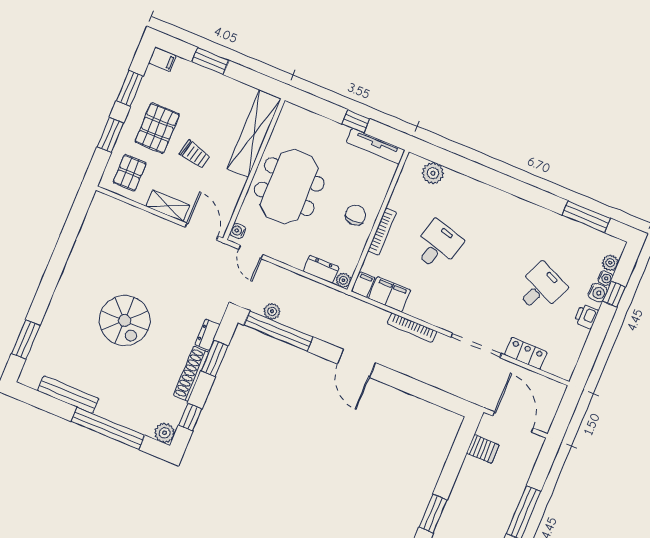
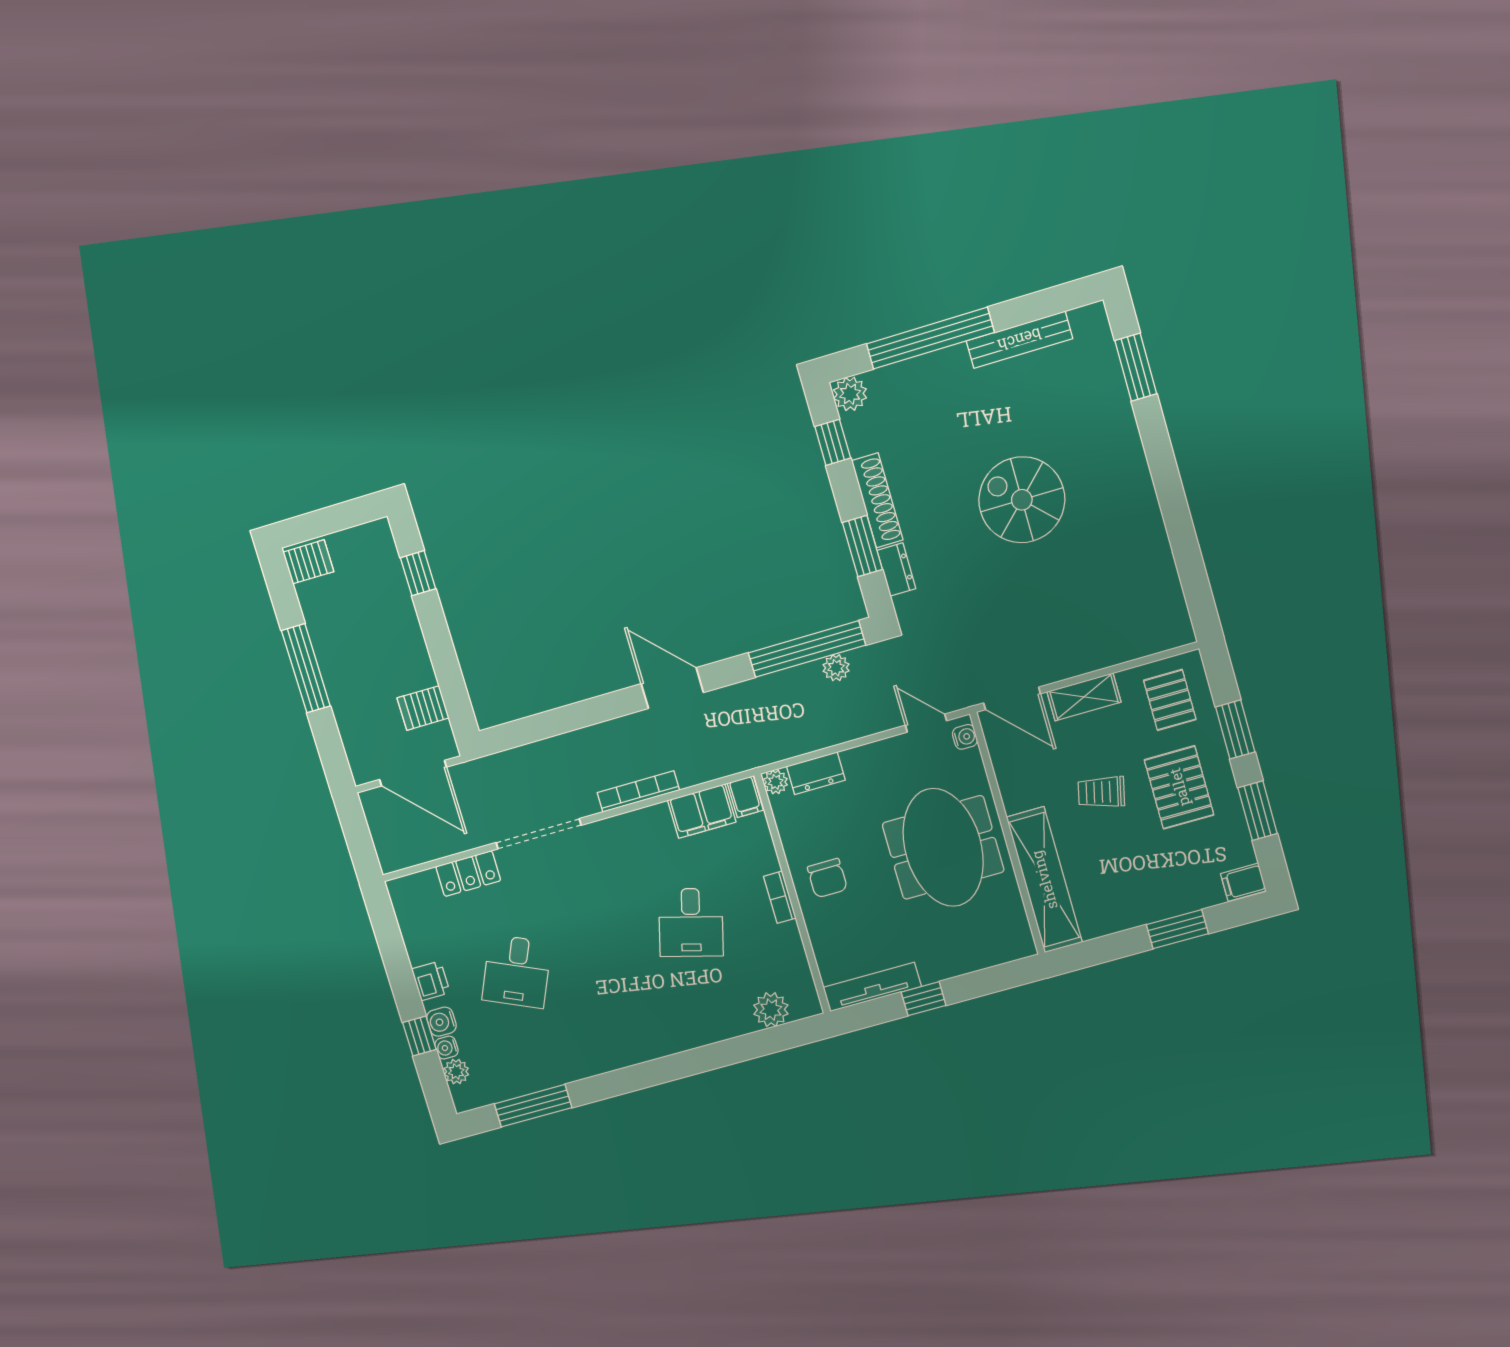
bookcase: (382, 232) -> (780, 897), width x0.64
window: (433, 513) -> (418, 573), width x0.67

